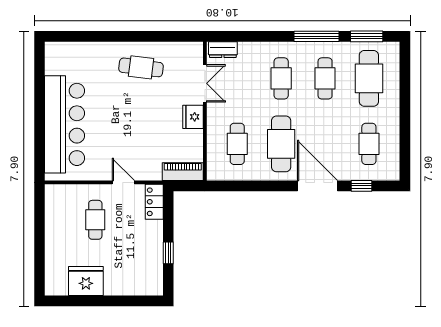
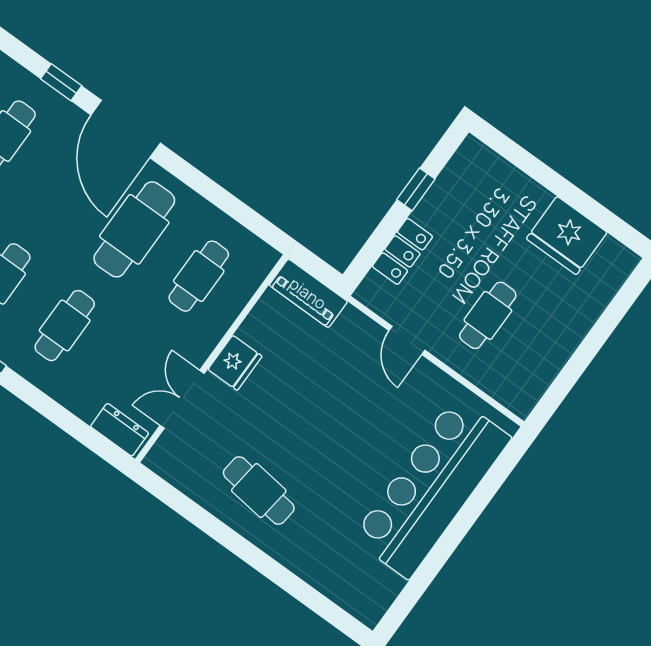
locker: (154, 202) -> (402, 251), moved

